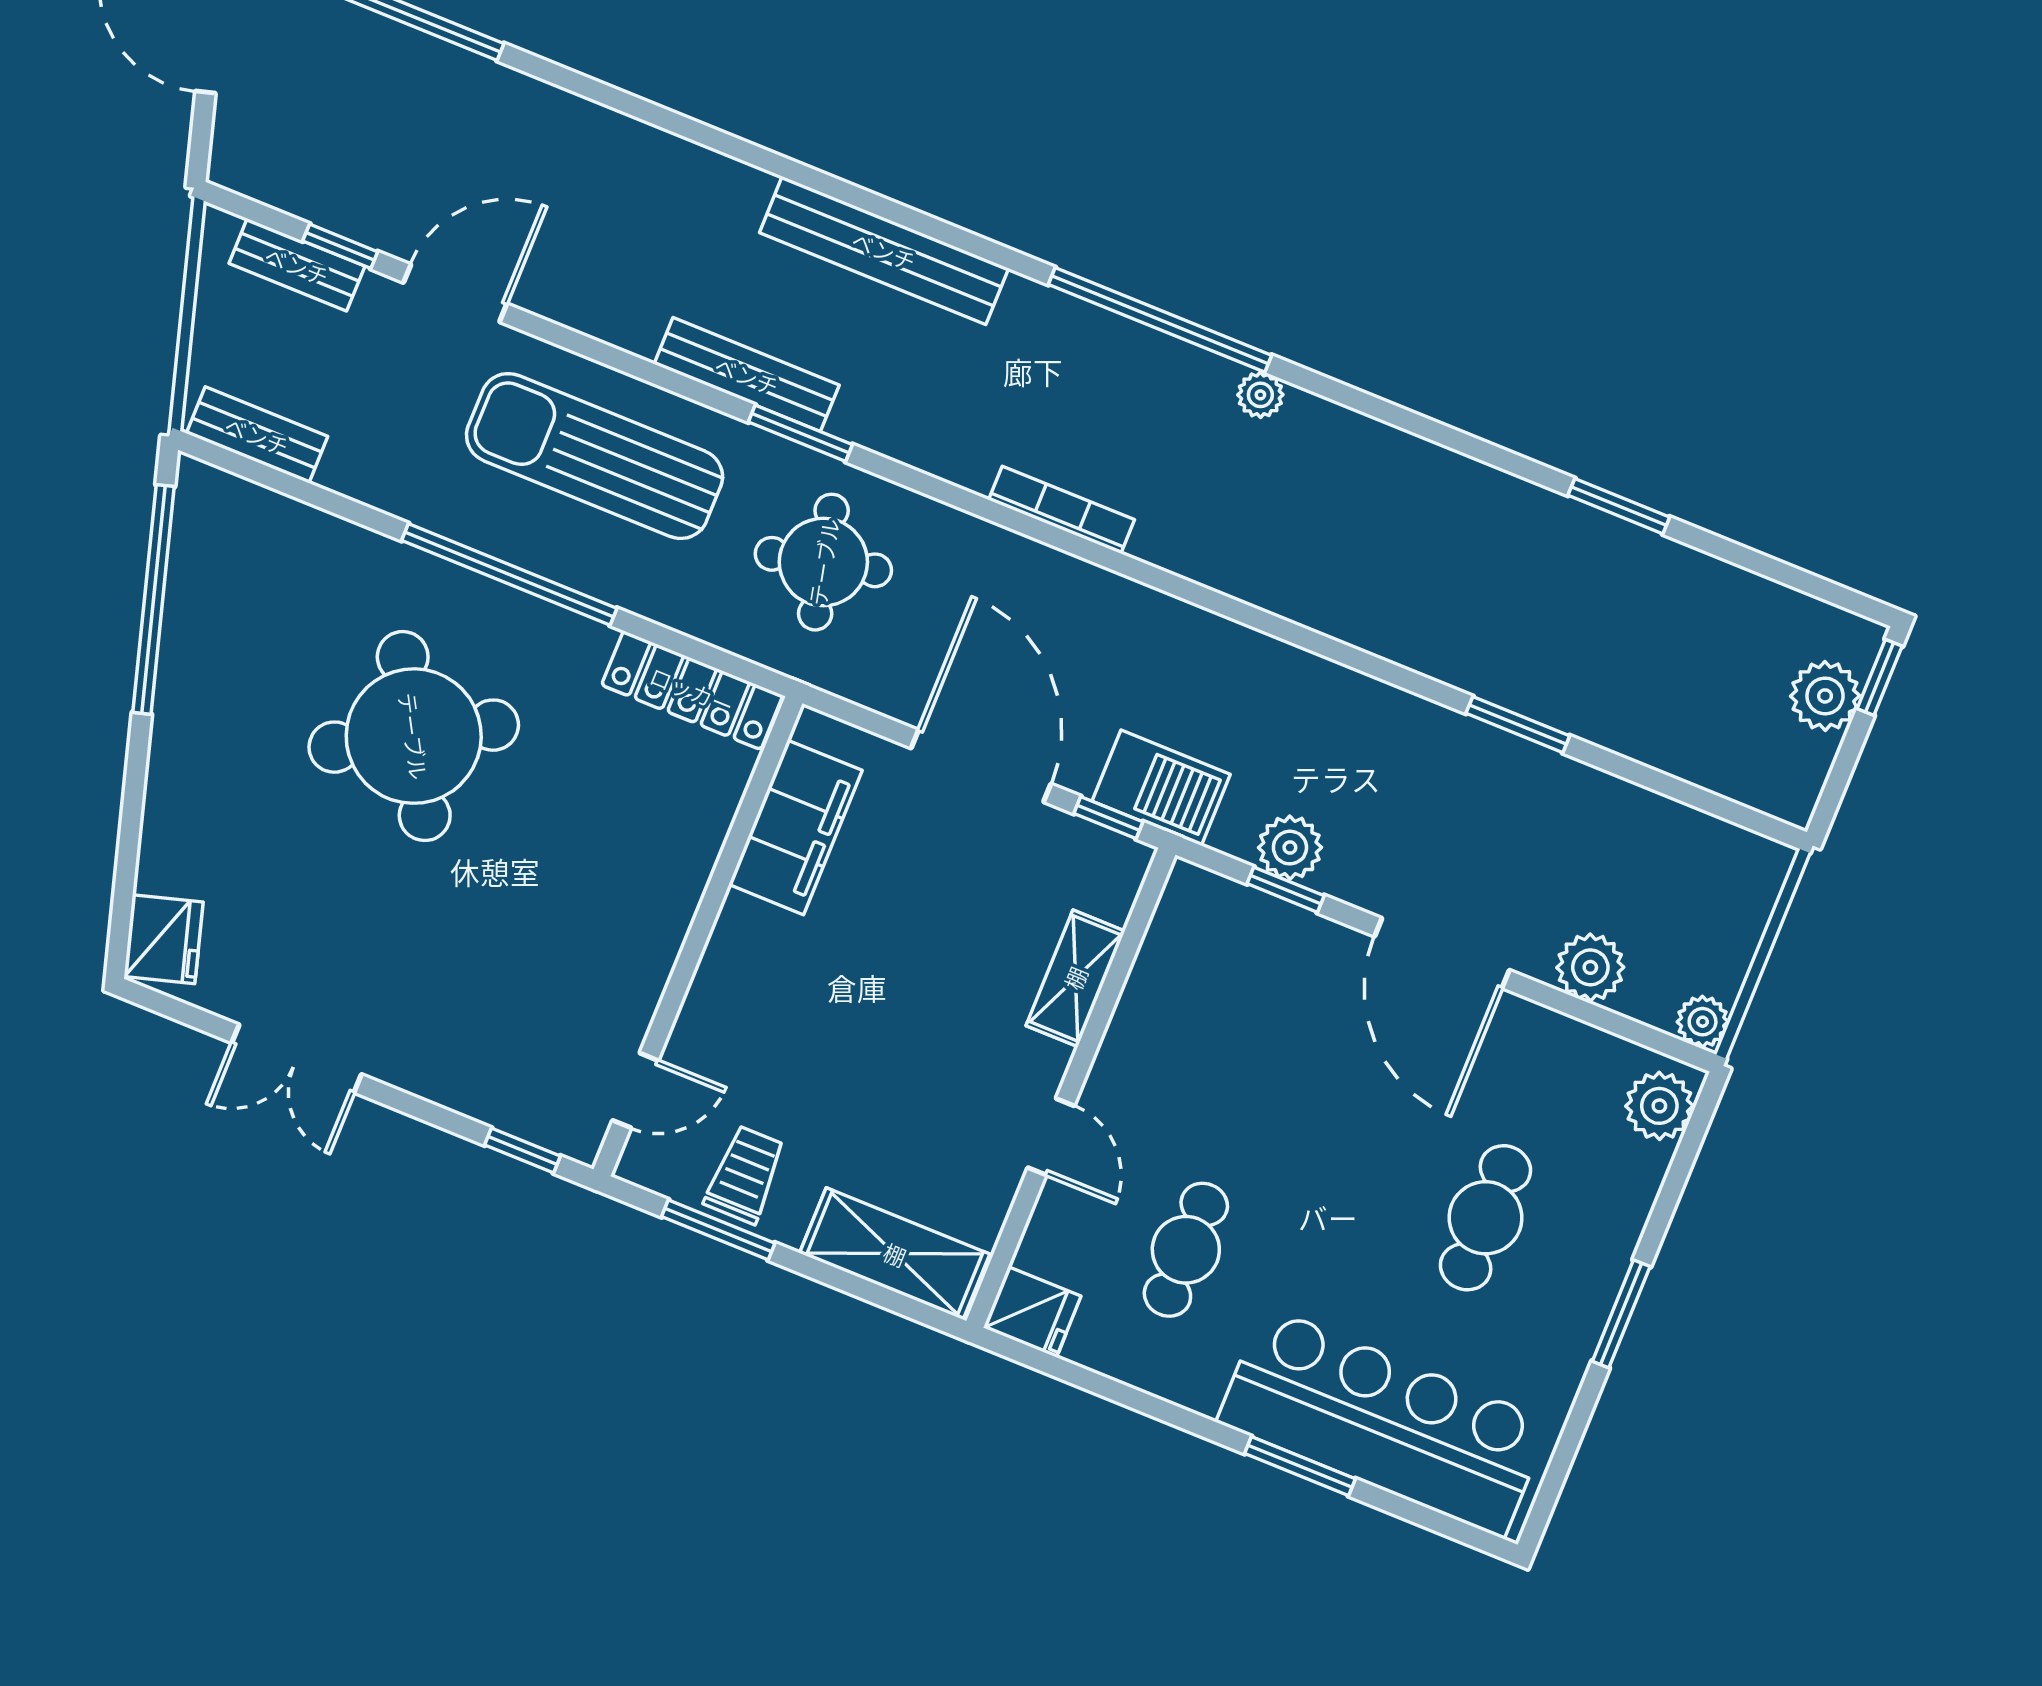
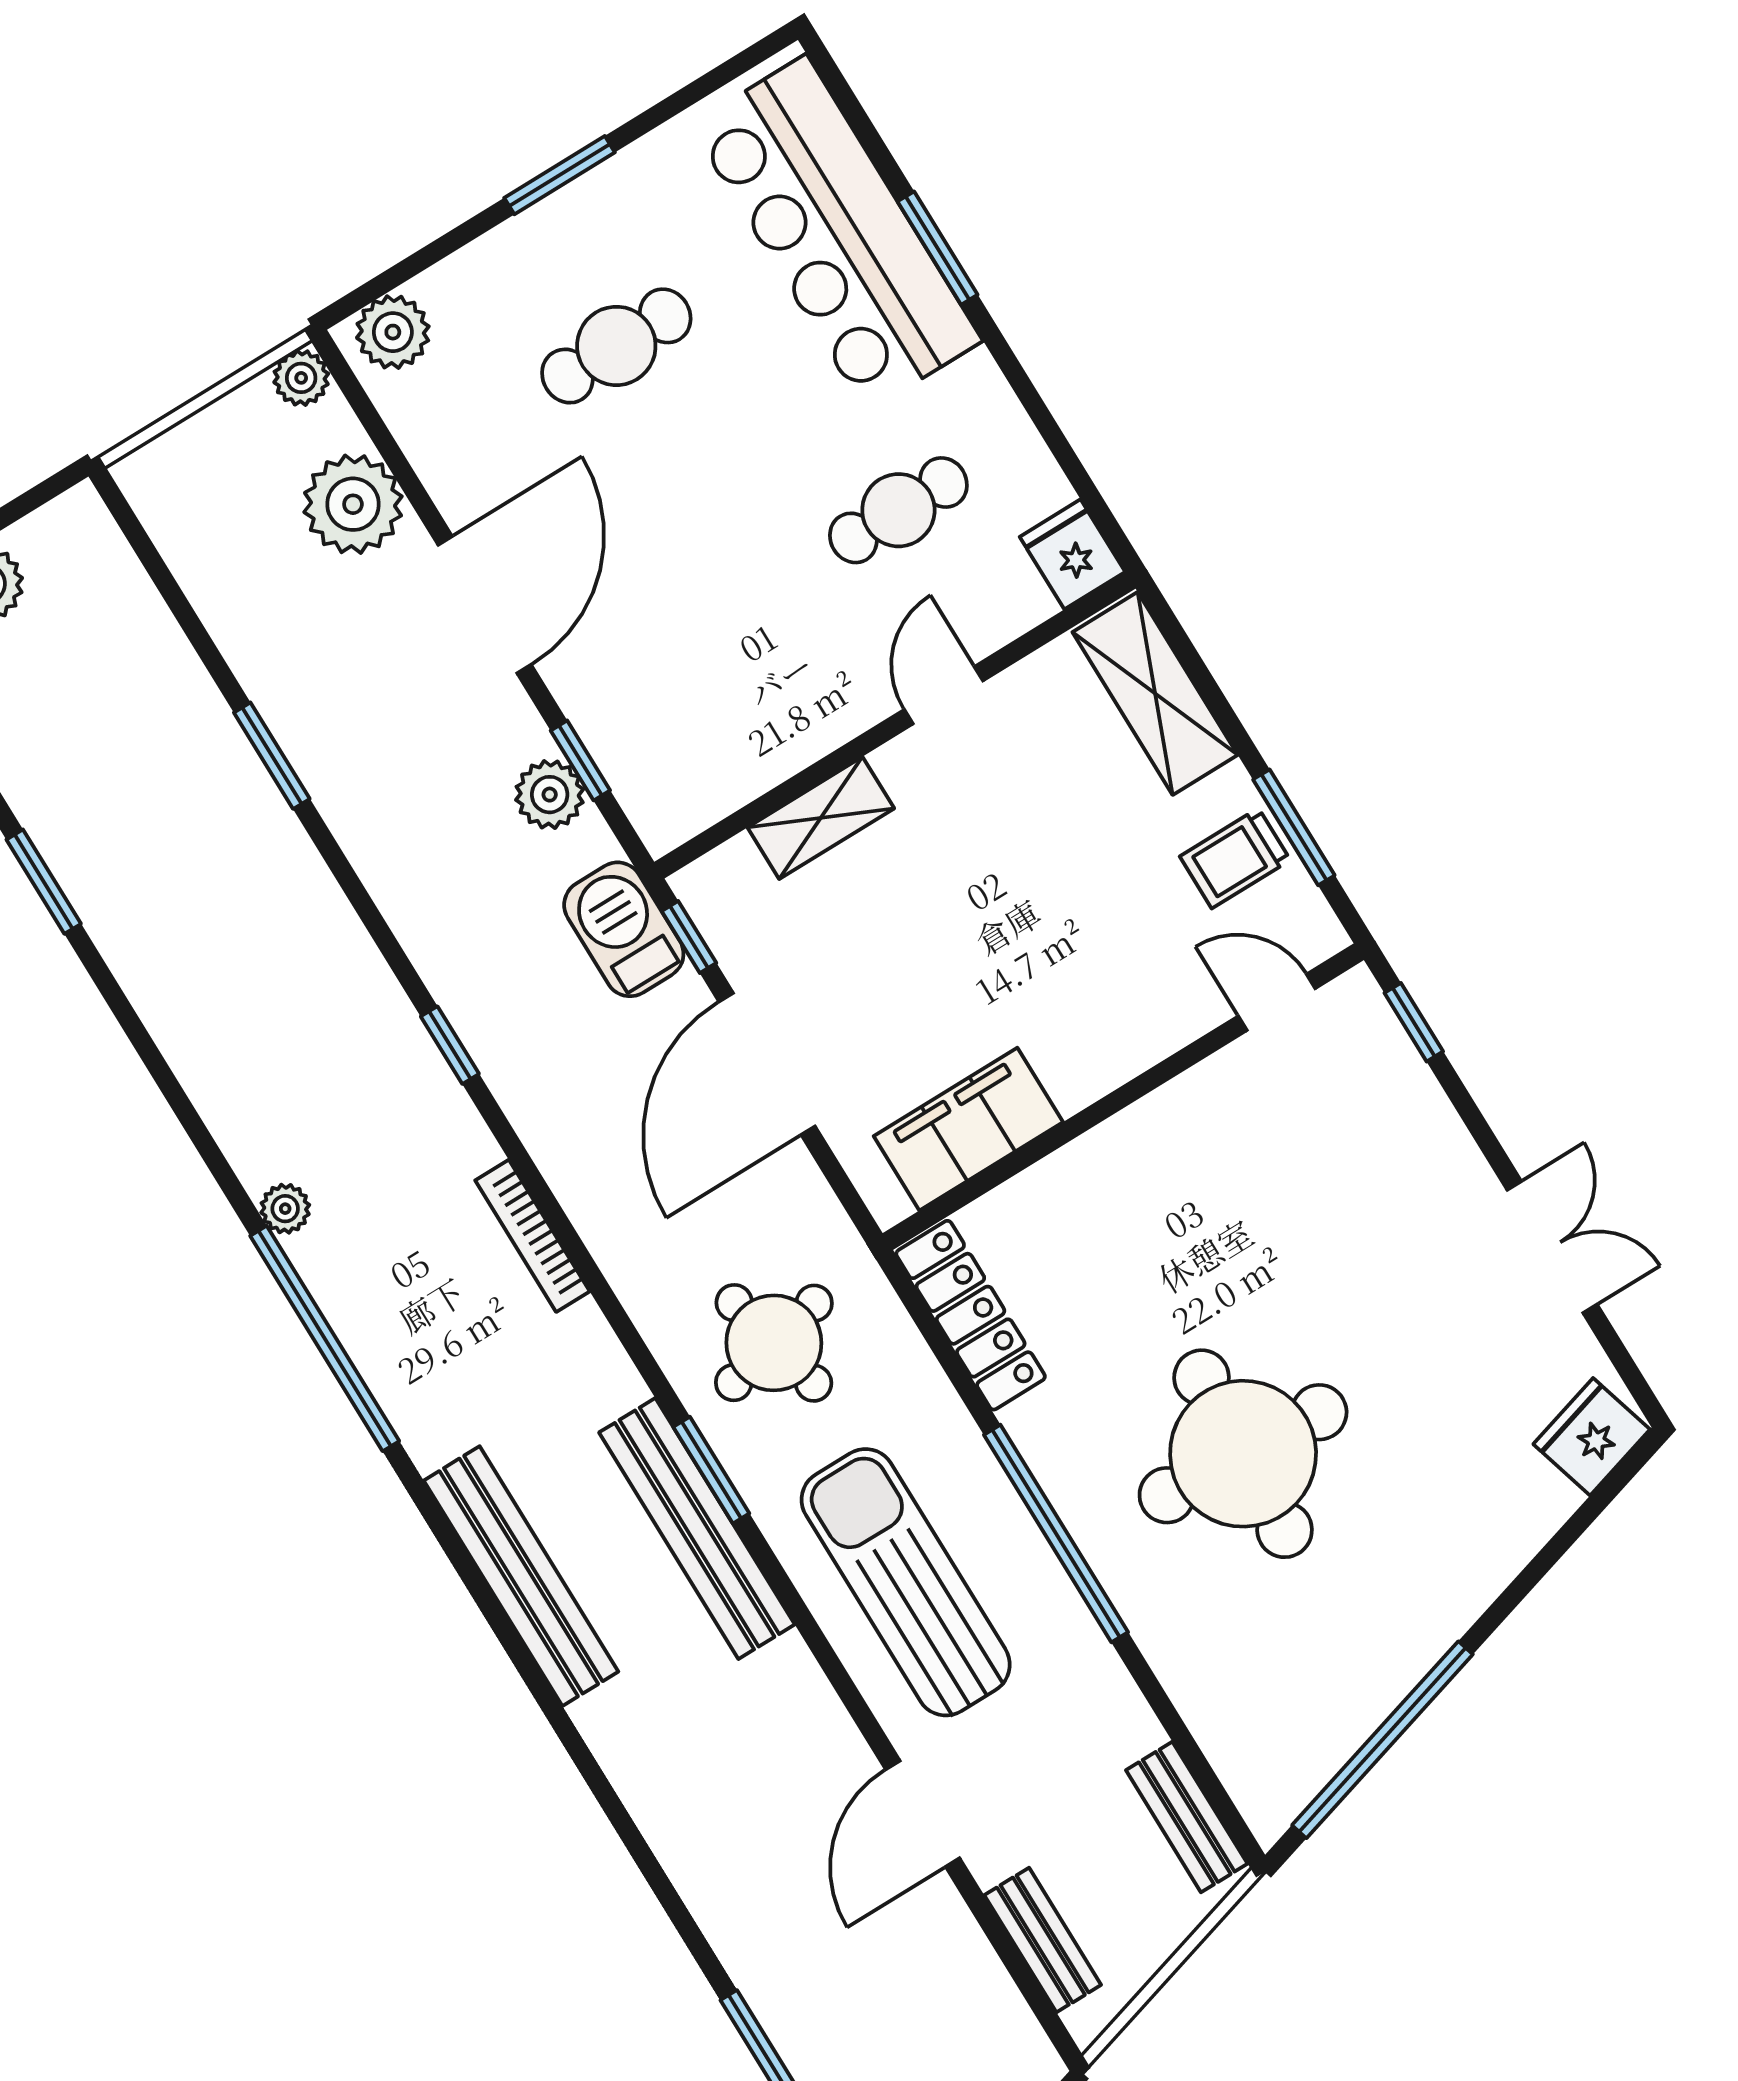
window: (340, 246) -> (450, 1045), moved
door: (455, 293) -> (923, 1814), hinge flipped
bench: (747, 375) -> (697, 1528), width x1.37, depth x1.21
sun lounger: (595, 456) -> (906, 1582), turned 180
round table: (414, 736) -> (1243, 1454), turned 33
plant: (1590, 967) -> (353, 504), width x1.36, depth x1.36

